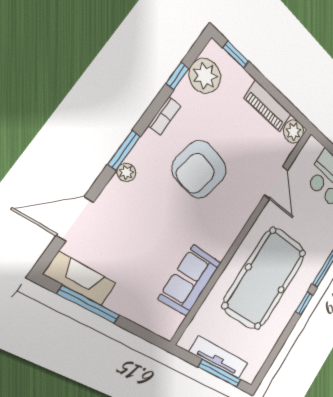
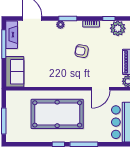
armchair: (200, 169) -> (82, 51), width x0.53, depth x0.53
sofa: (190, 280) -> (15, 72), moved, turned 90
tv unit: (219, 358) -> (11, 116), removed

